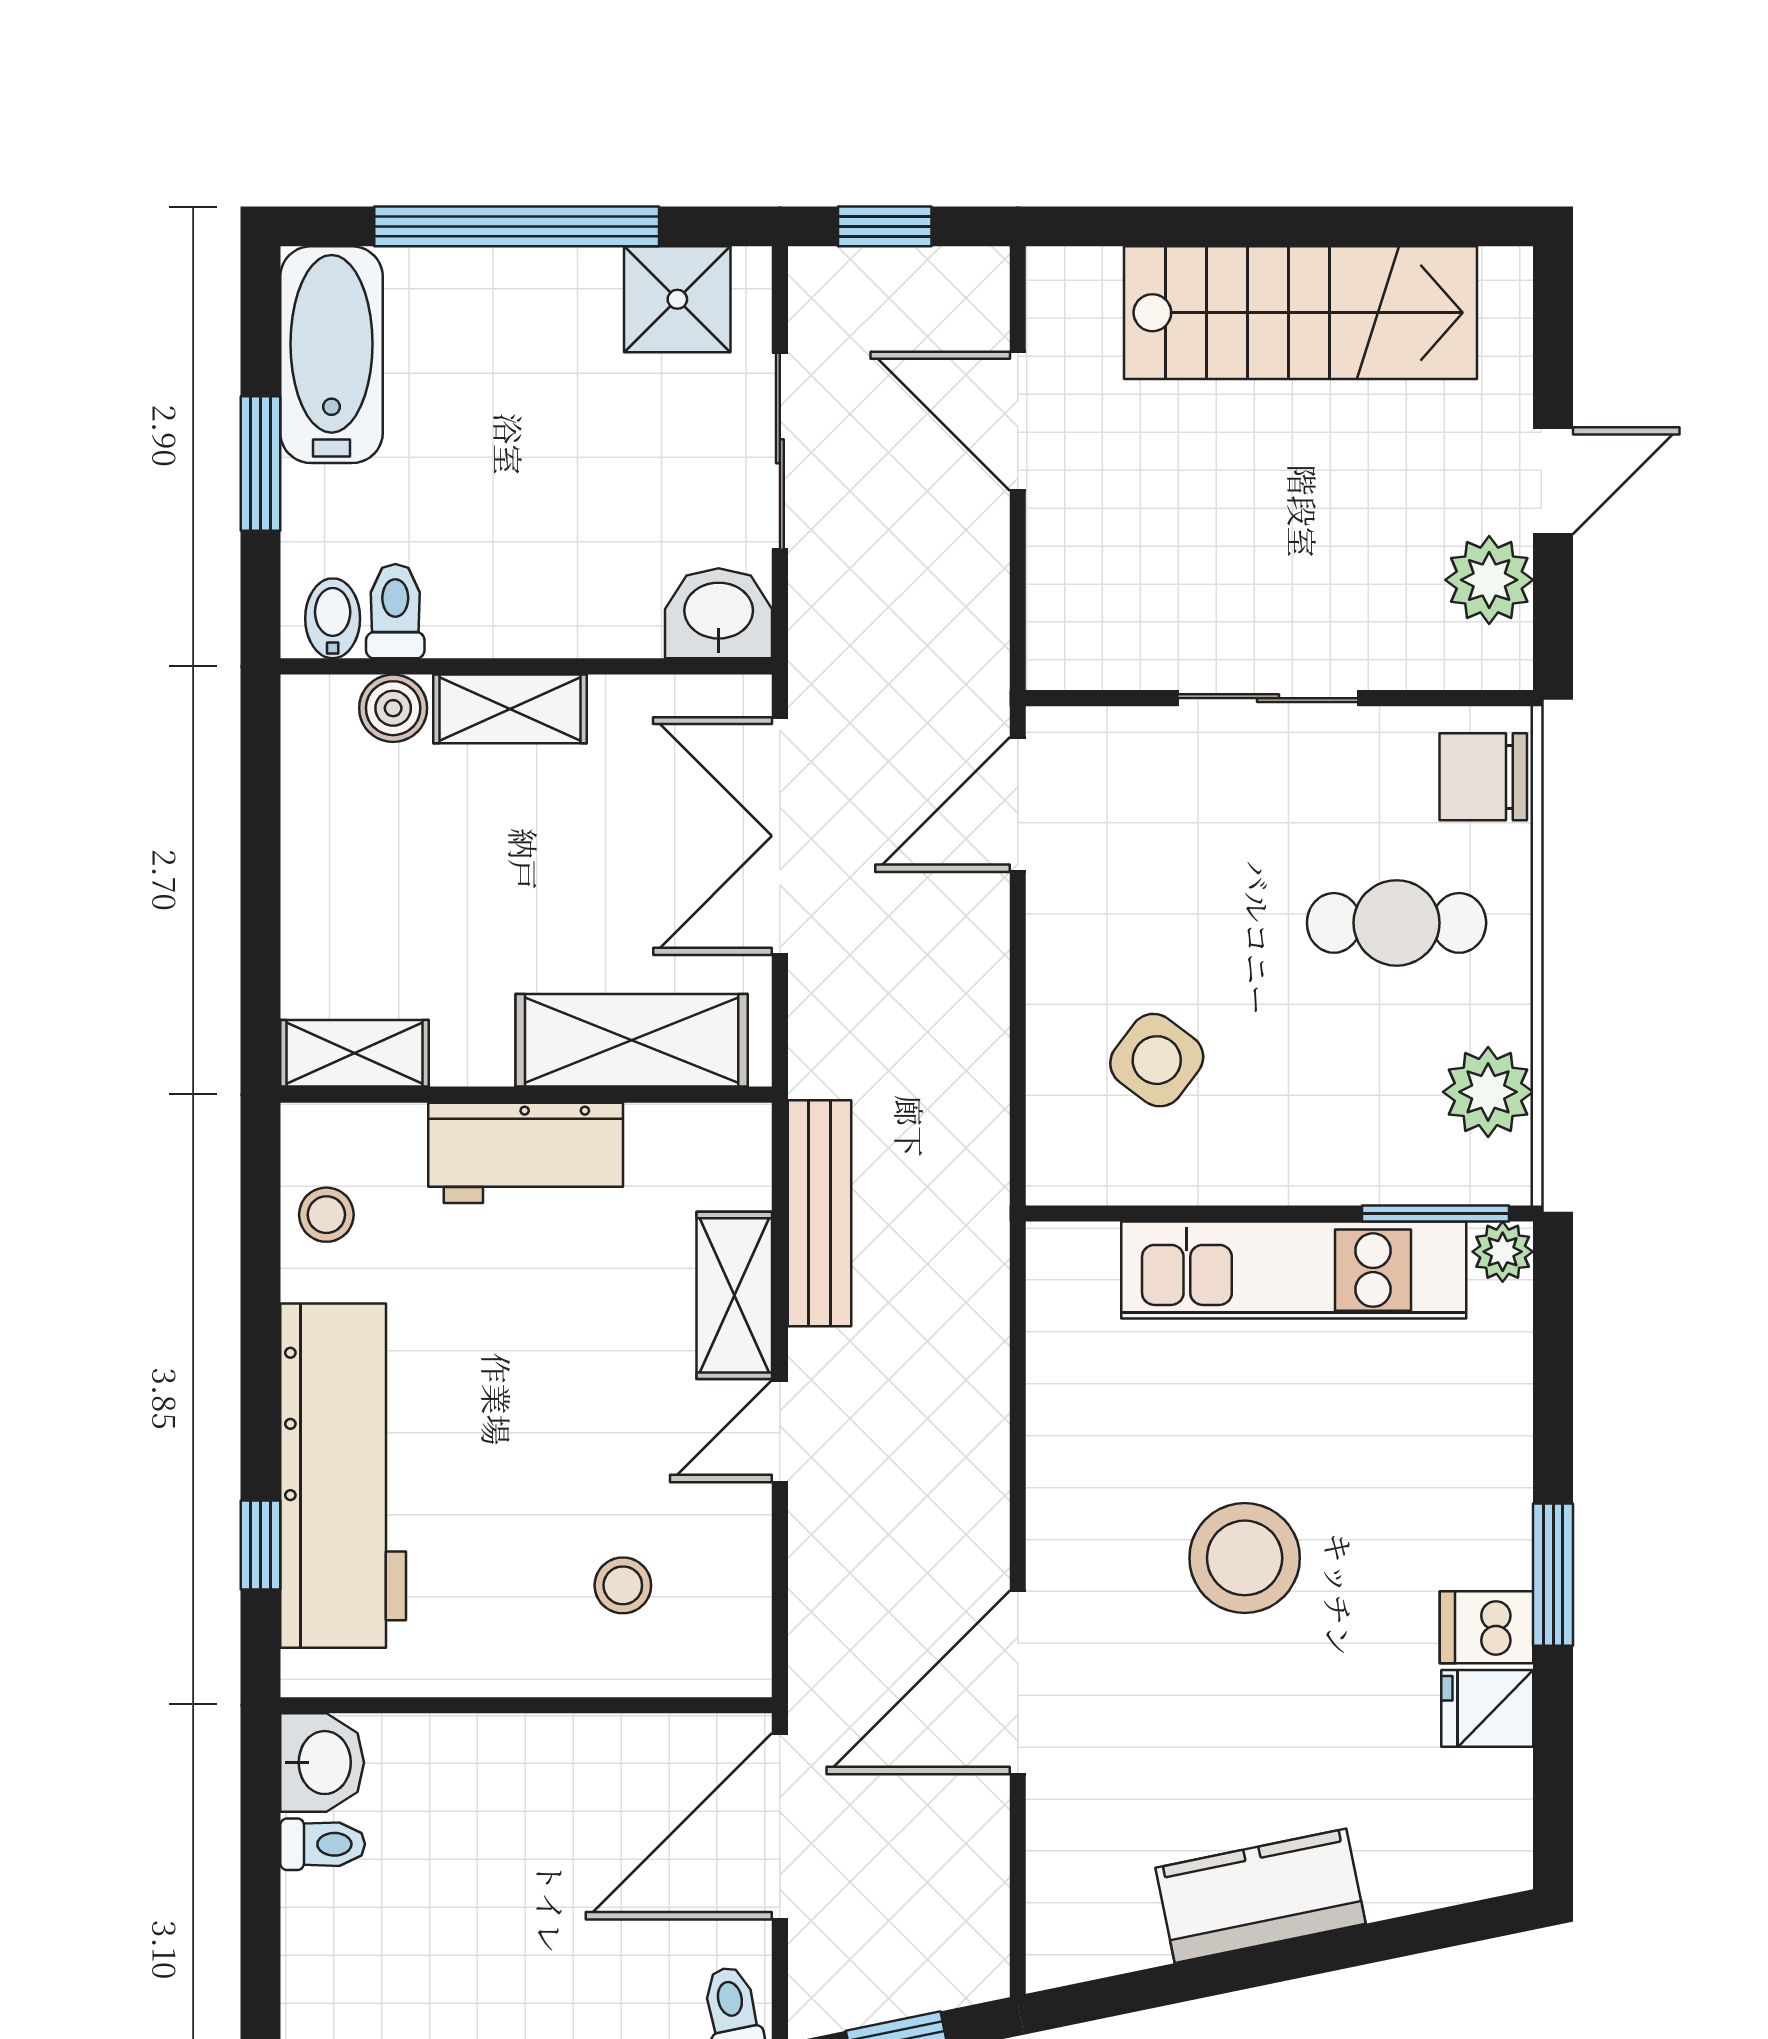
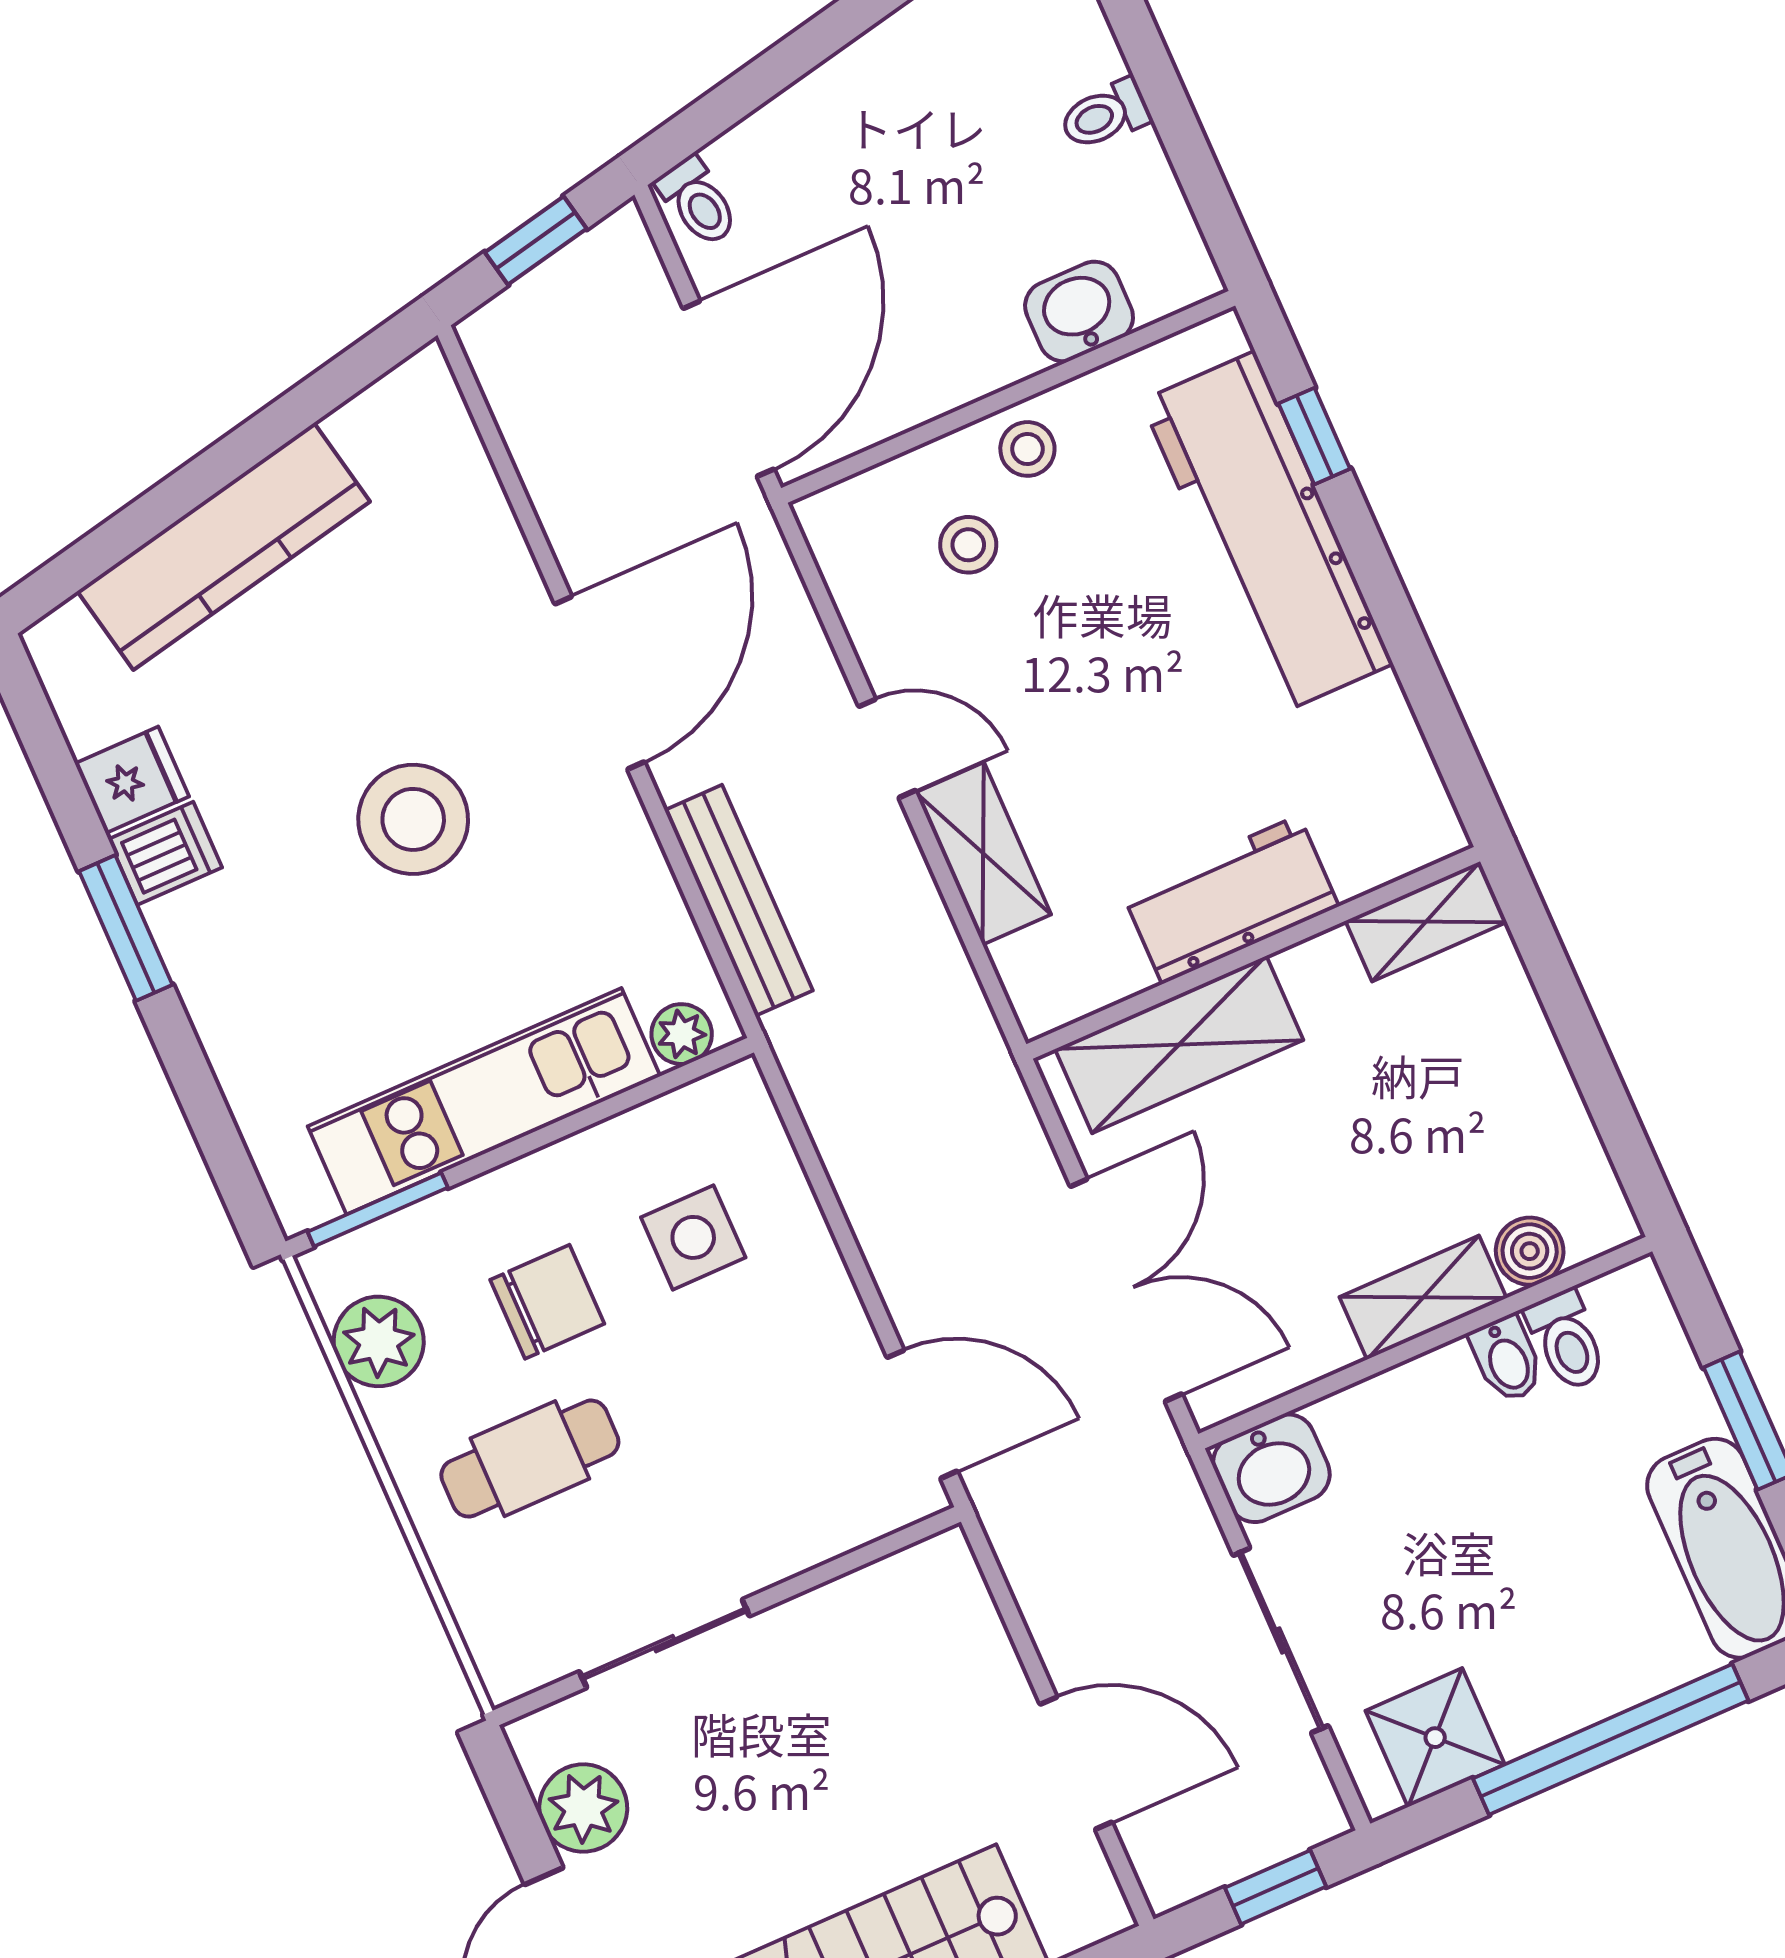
bidet: (333, 618) -> (1507, 1359), moved
sliding door: (1268, 698) -> (664, 1644), moved
chair: (1483, 777) -> (547, 1302), moved
door: (1018, 804) -> (922, 1414), hinge flipped
side table: (1157, 1060) -> (693, 1237), turned -37
bench: (820, 1213) -> (739, 900), moved
stool: (326, 1215) -> (1027, 449), moved
plant: (1503, 1252) -> (682, 1034), moved
door: (780, 1431) -> (887, 748), hinge flipped
door: (1018, 1682) -> (600, 683), moved
washbasin: (322, 1763) -> (1079, 312), moved, turned 90
toilet: (323, 1844) -> (1105, 115), moved
kitchen counter: (1261, 1896) -> (224, 546), width x1.50

